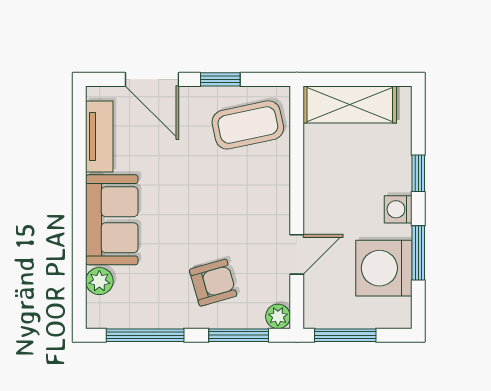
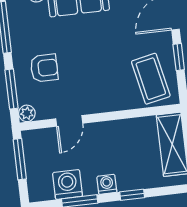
door: (297, 254) -> (69, 121), hinge flipped
washing machine: (384, 268) -> (68, 184), width x0.73, depth x0.73
armchair: (213, 283) -> (44, 68), turned -74

